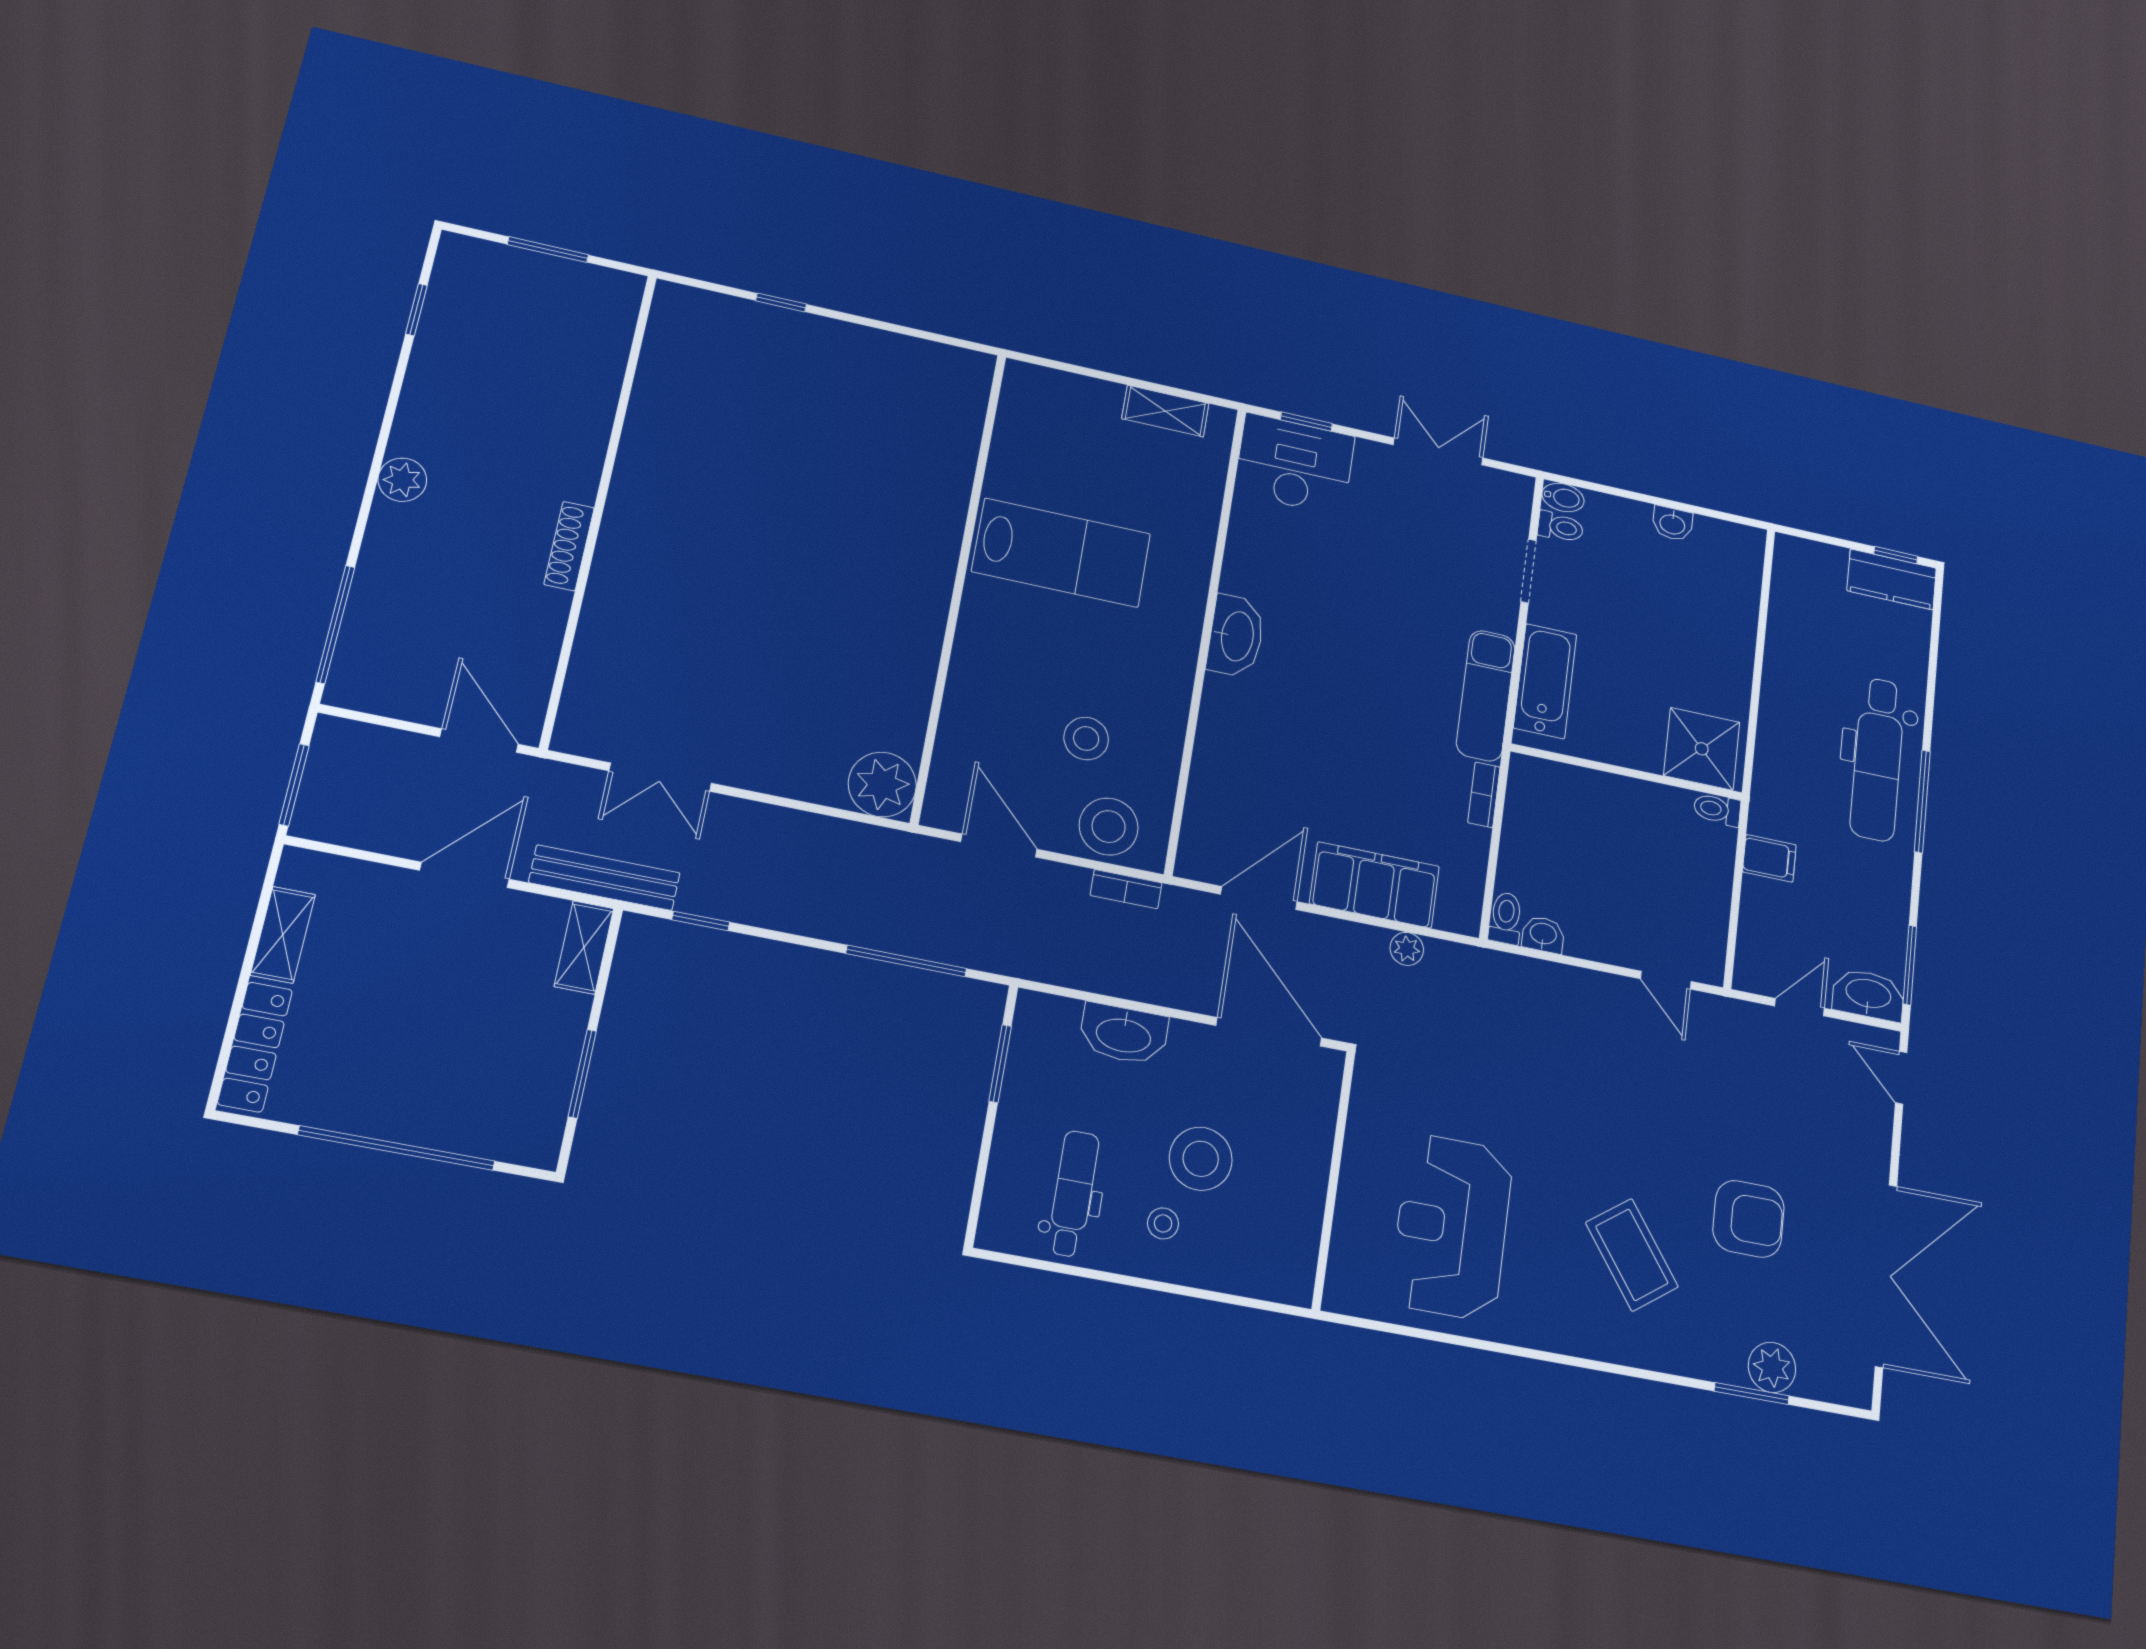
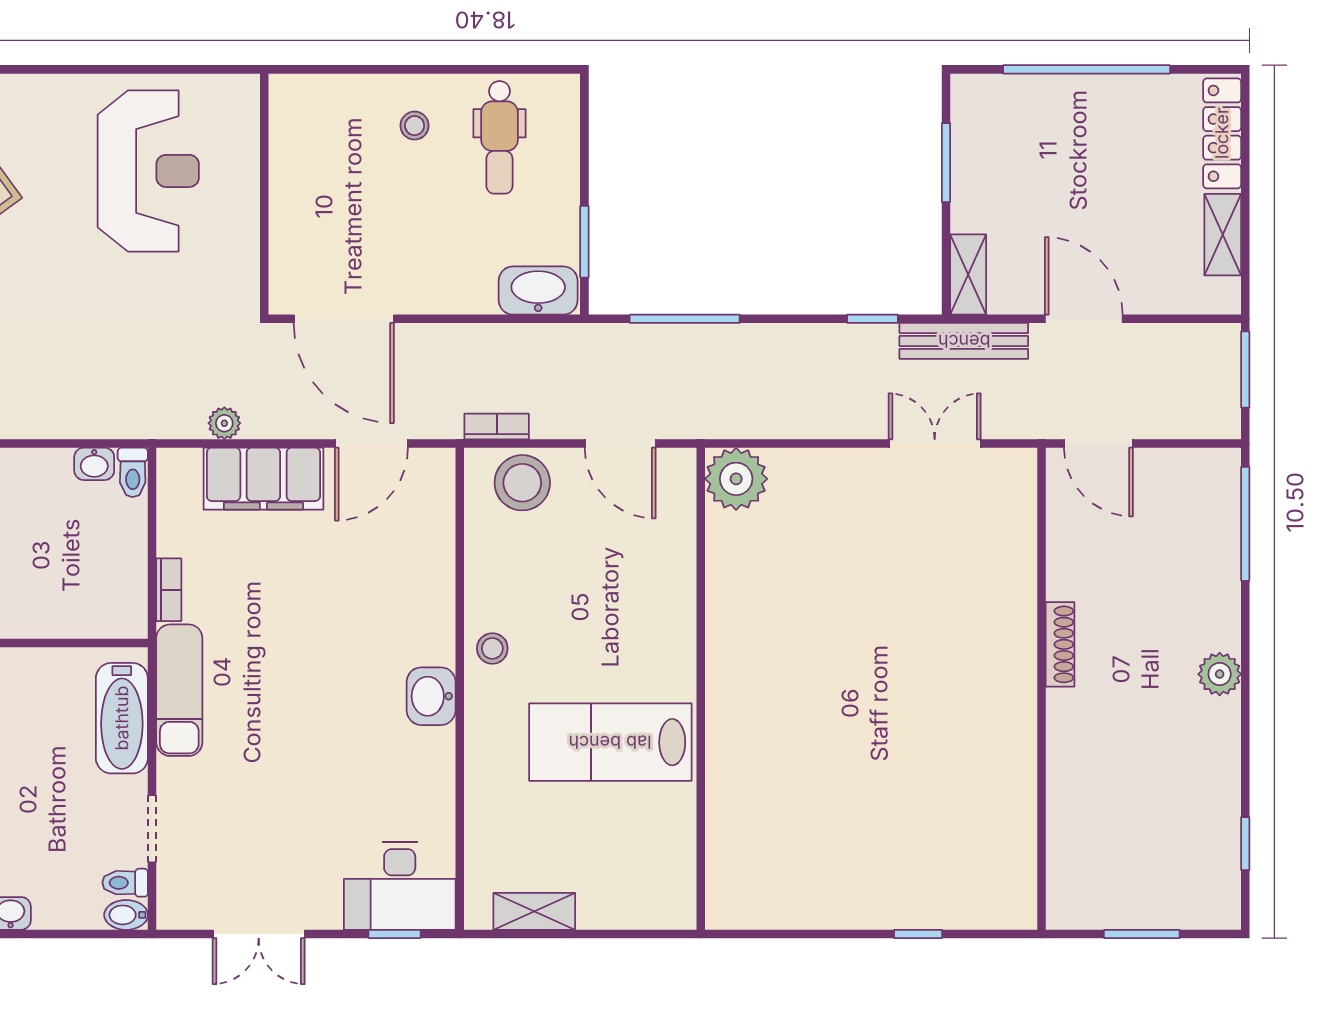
washbasin: (1236, 636) -> (431, 696), width x0.72
stool: (1086, 739) -> (492, 648), moved, width x0.73, depth x0.73
door: (464, 875) -> (1084, 319), swing flipped
washbasin: (1124, 1034) -> (538, 291), moved
stool: (1201, 1159) -> (389, 190), removed

